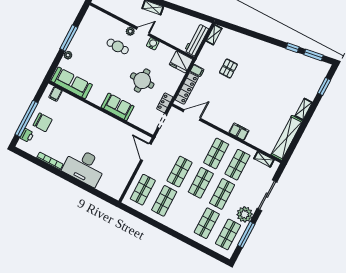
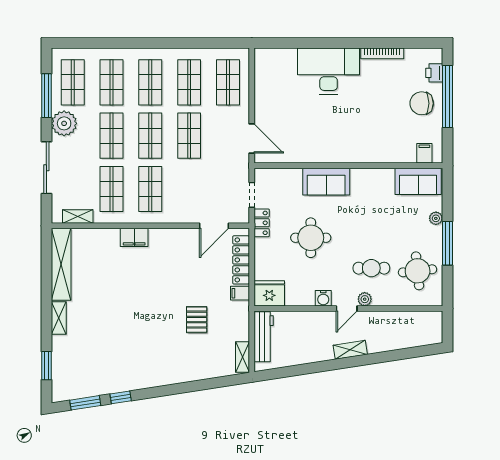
round table: (93, 32) -> (418, 271), added
sofa: (72, 83) -> (418, 181), width x0.73
shop shelf: (185, 212) -> (150, 82), added

